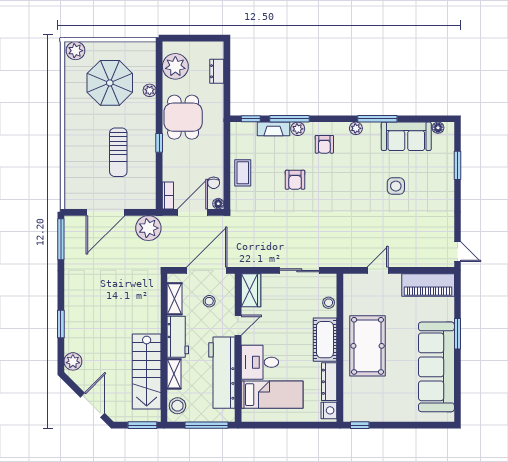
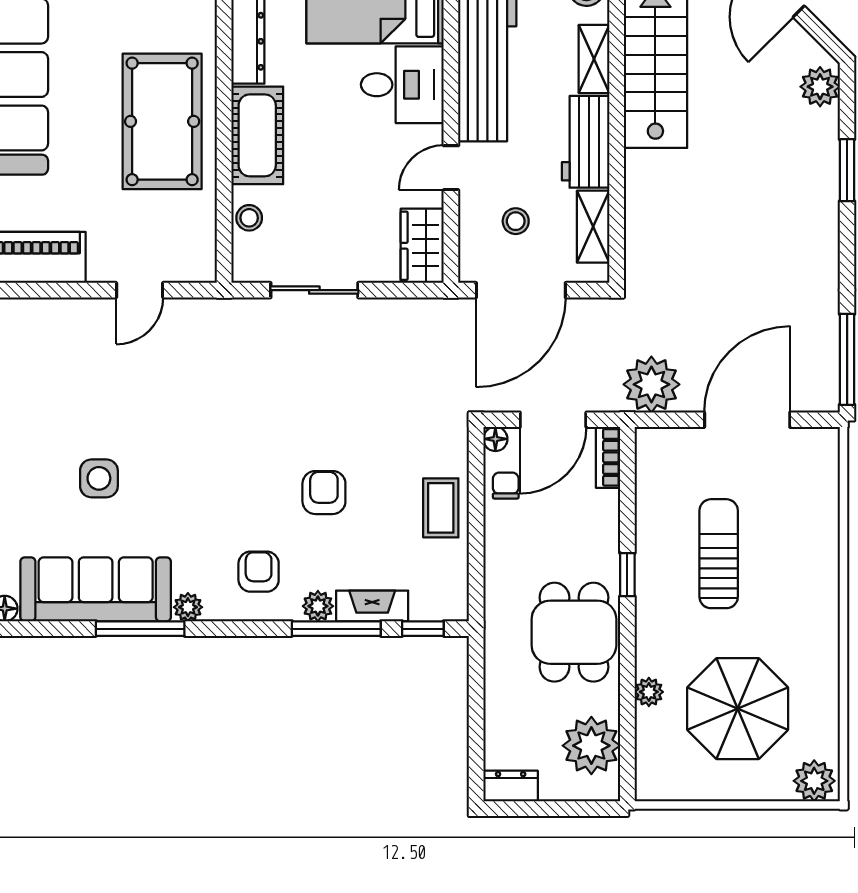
dresser: (217, 71) -> (511, 786), moved, turned -90
sofa: (406, 136) -> (96, 589), width x1.36

